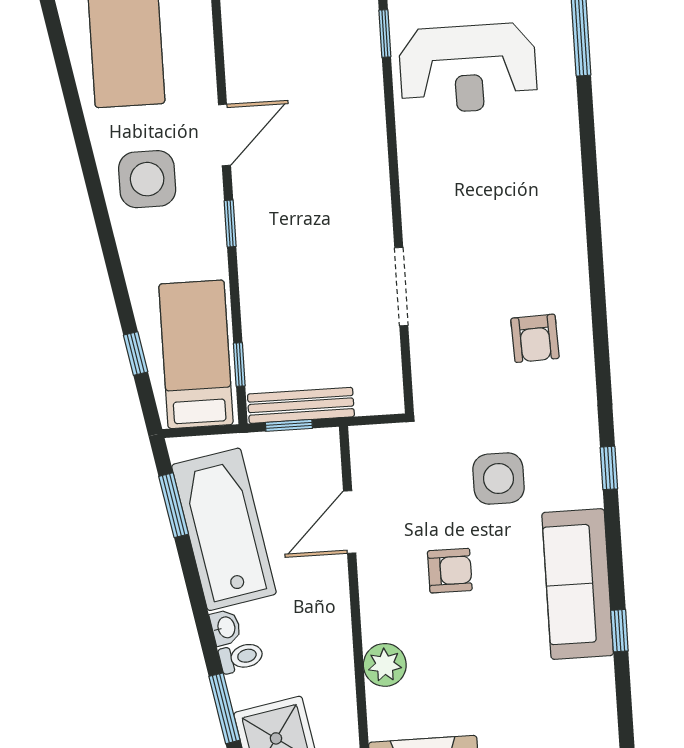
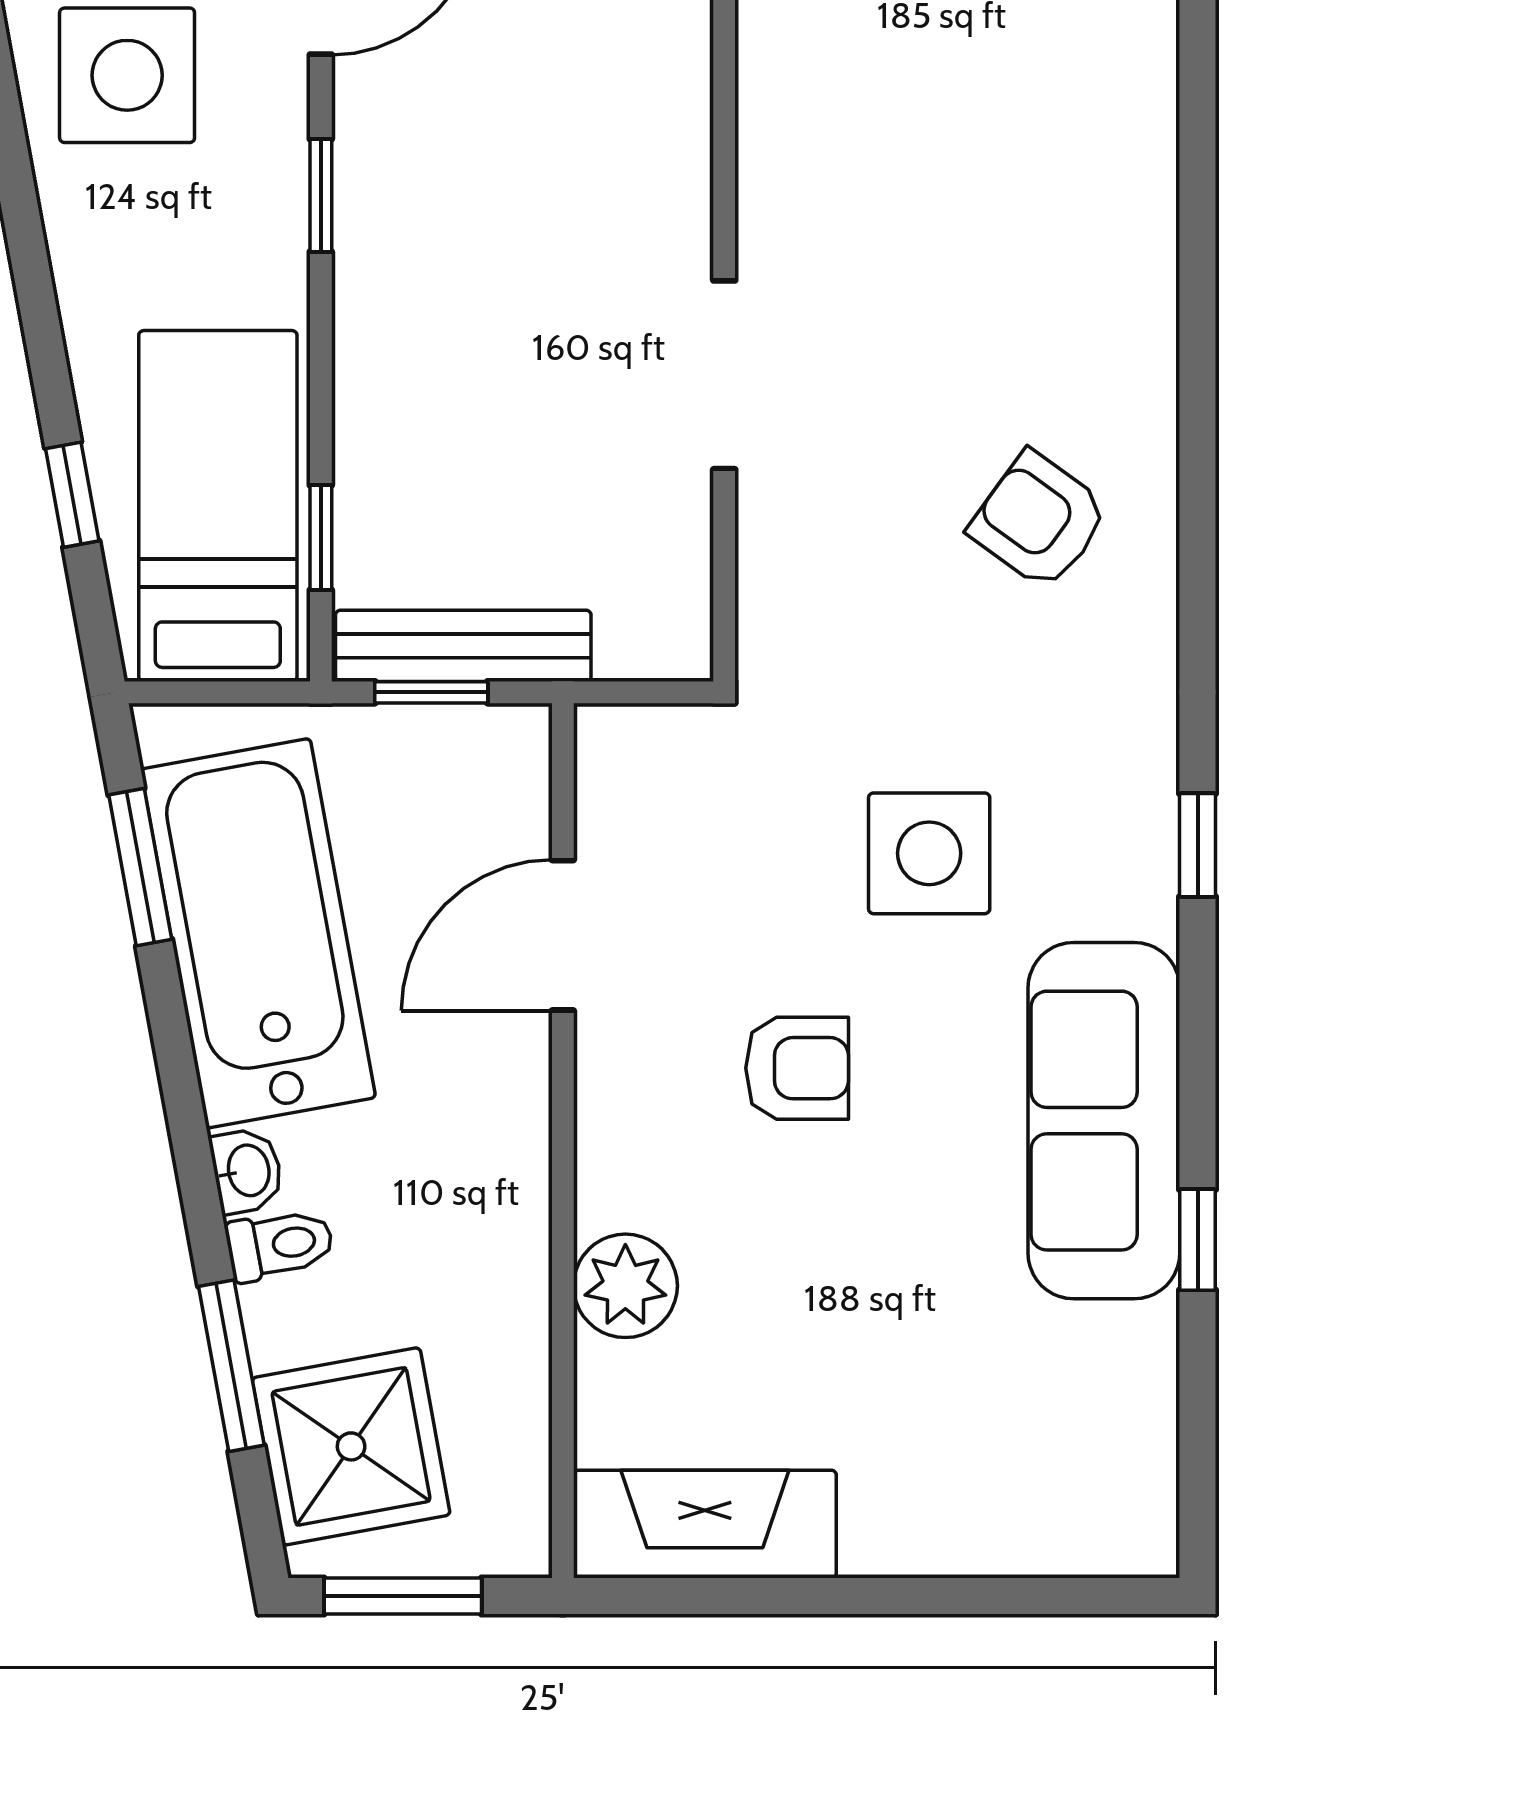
armchair: (535, 338) -> (1039, 520), turned 128

